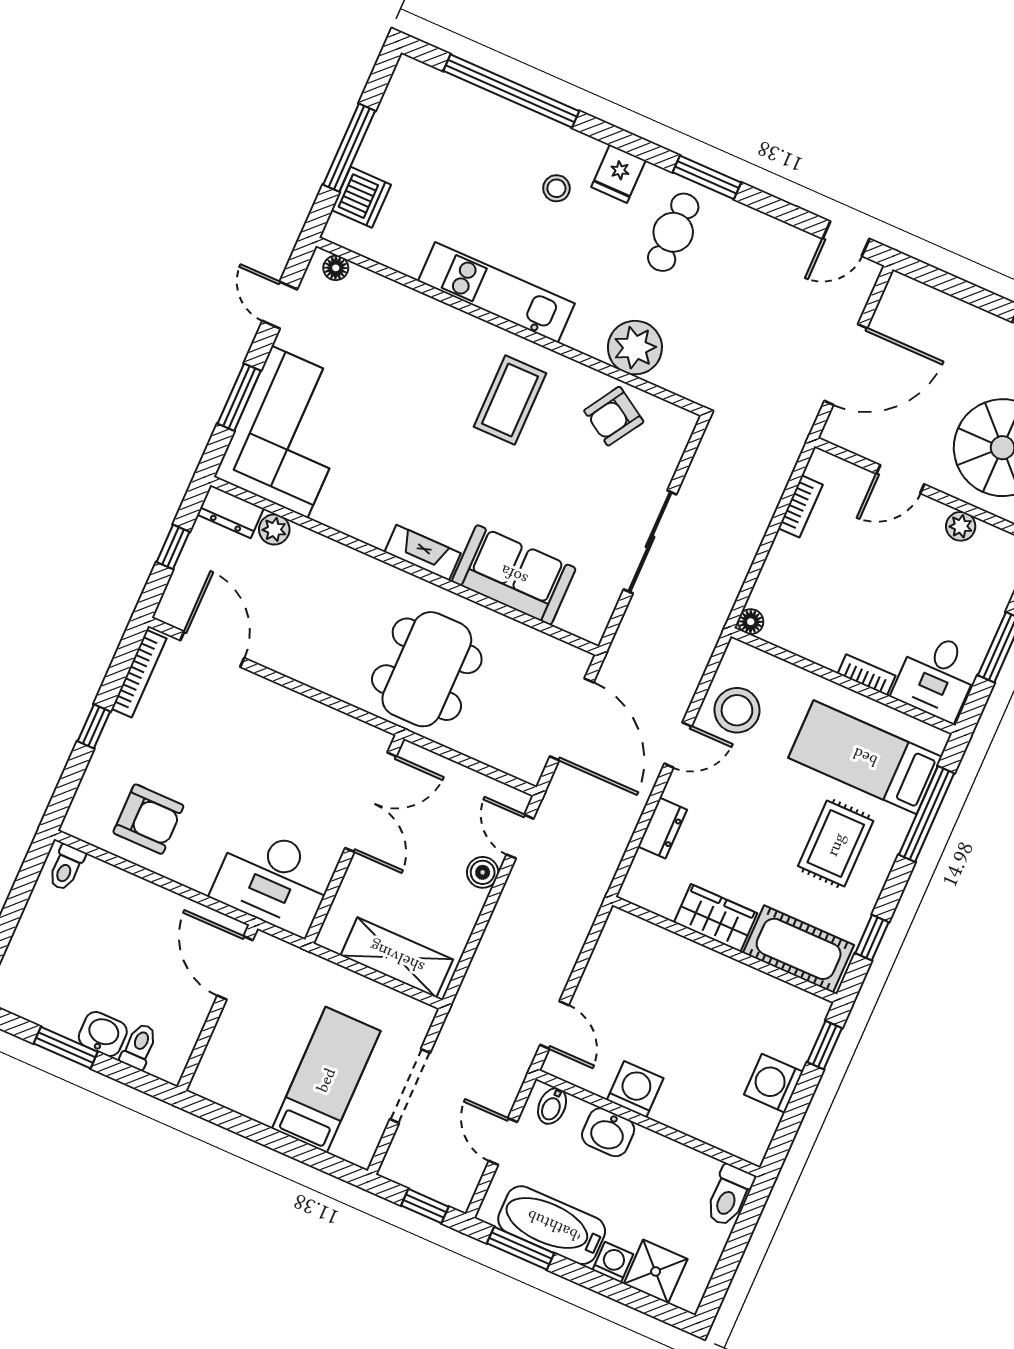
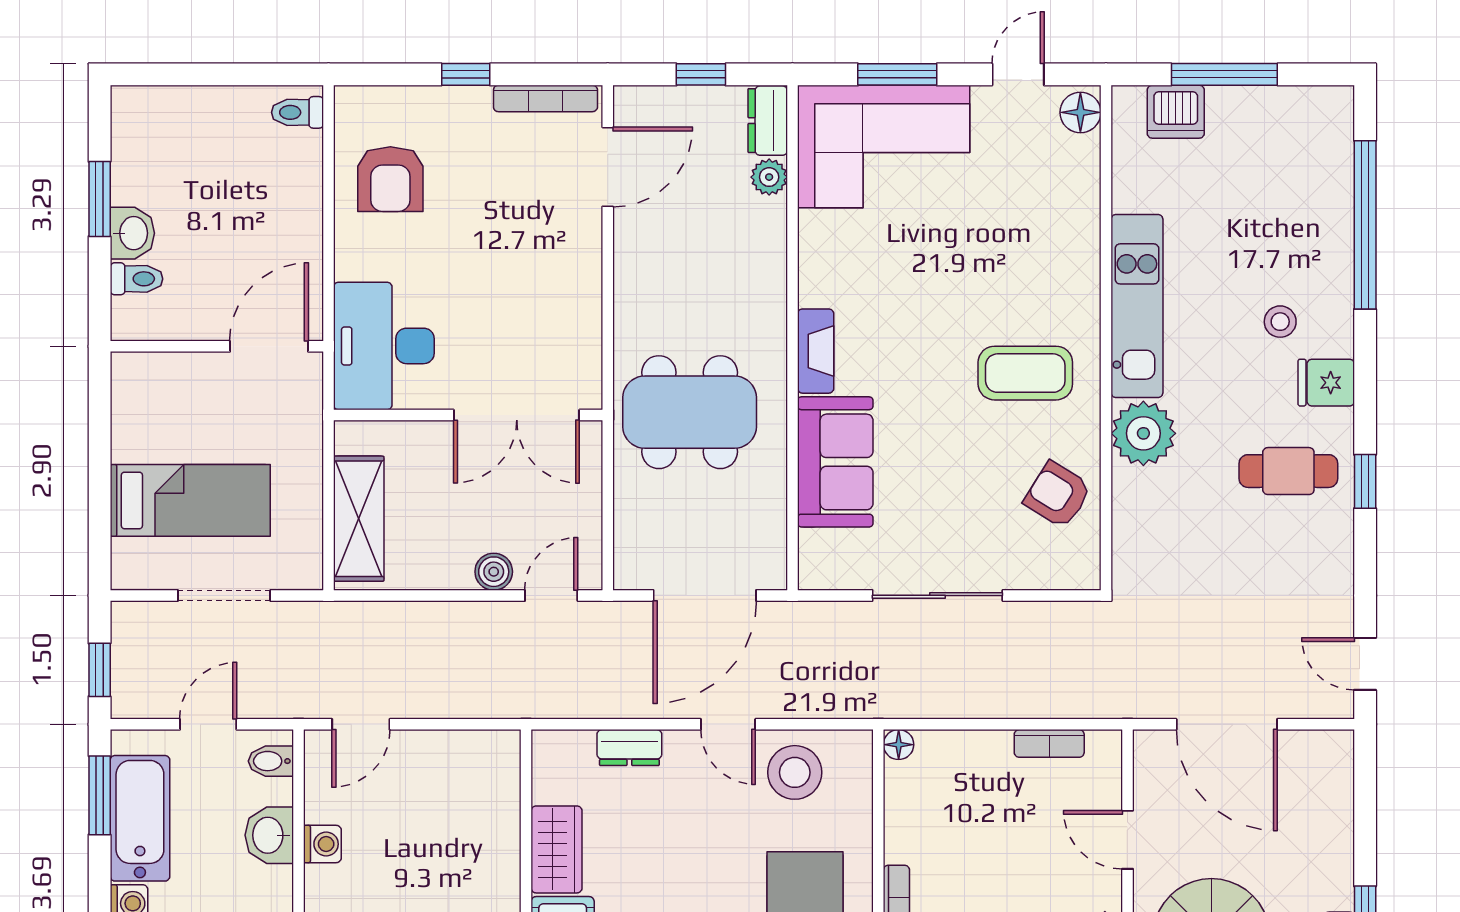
window: (707, 177) -> (1365, 481), width x0.67
floor lamp: (336, 268) -> (1080, 112), width x1.37, depth x1.37
plant: (635, 348) -> (1143, 433), moved
washing machine: (635, 1089) -> (322, 844), width x0.73, depth x0.73

